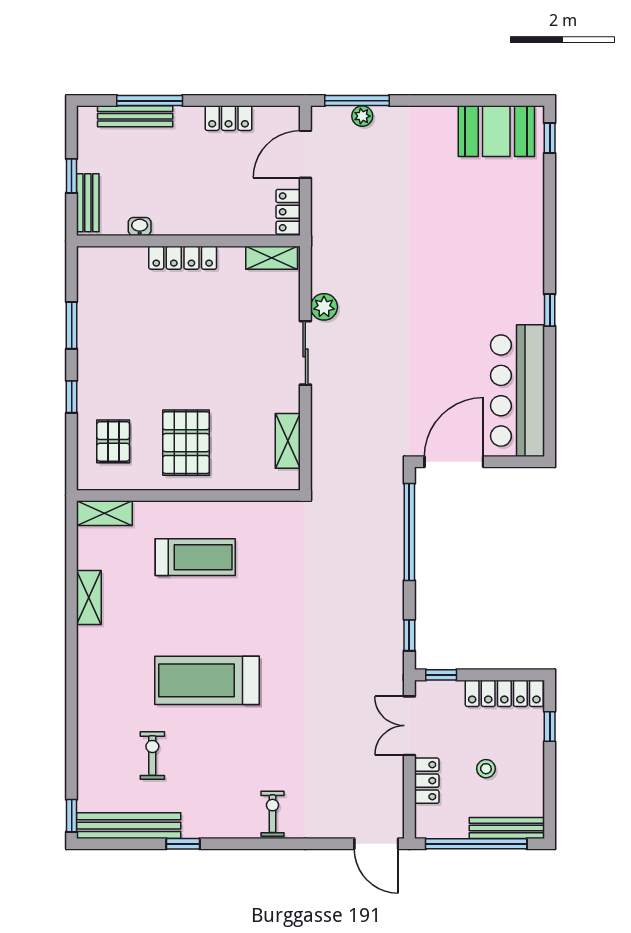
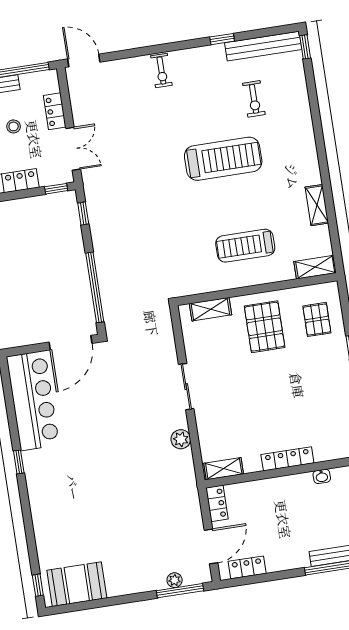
locker: (229, 118) -> (247, 567), moved
sliding door: (305, 353) -> (186, 387), moved
shelving: (288, 441) -> (210, 309), moved, turned 90

